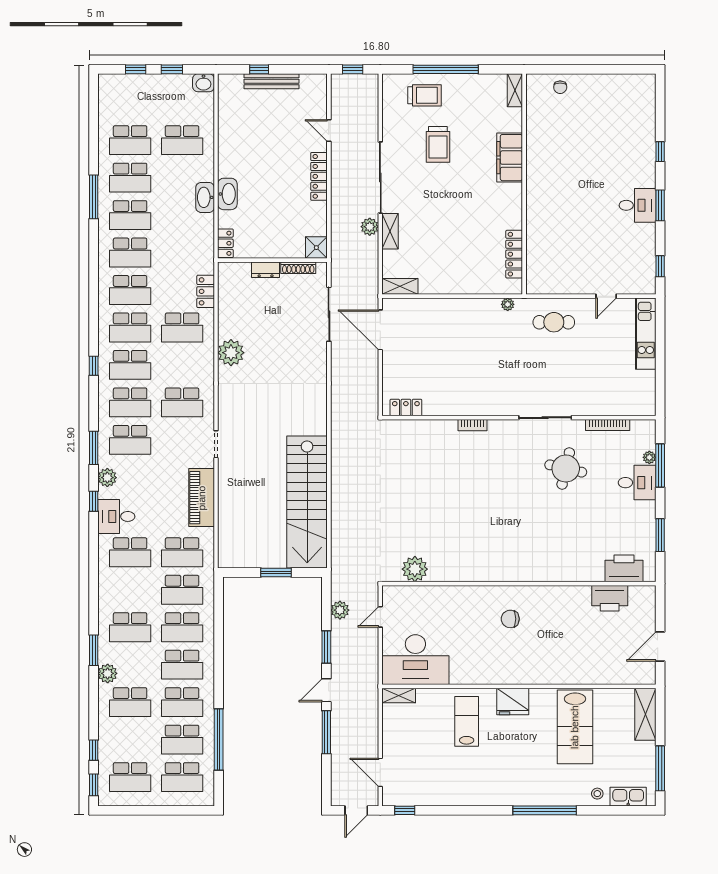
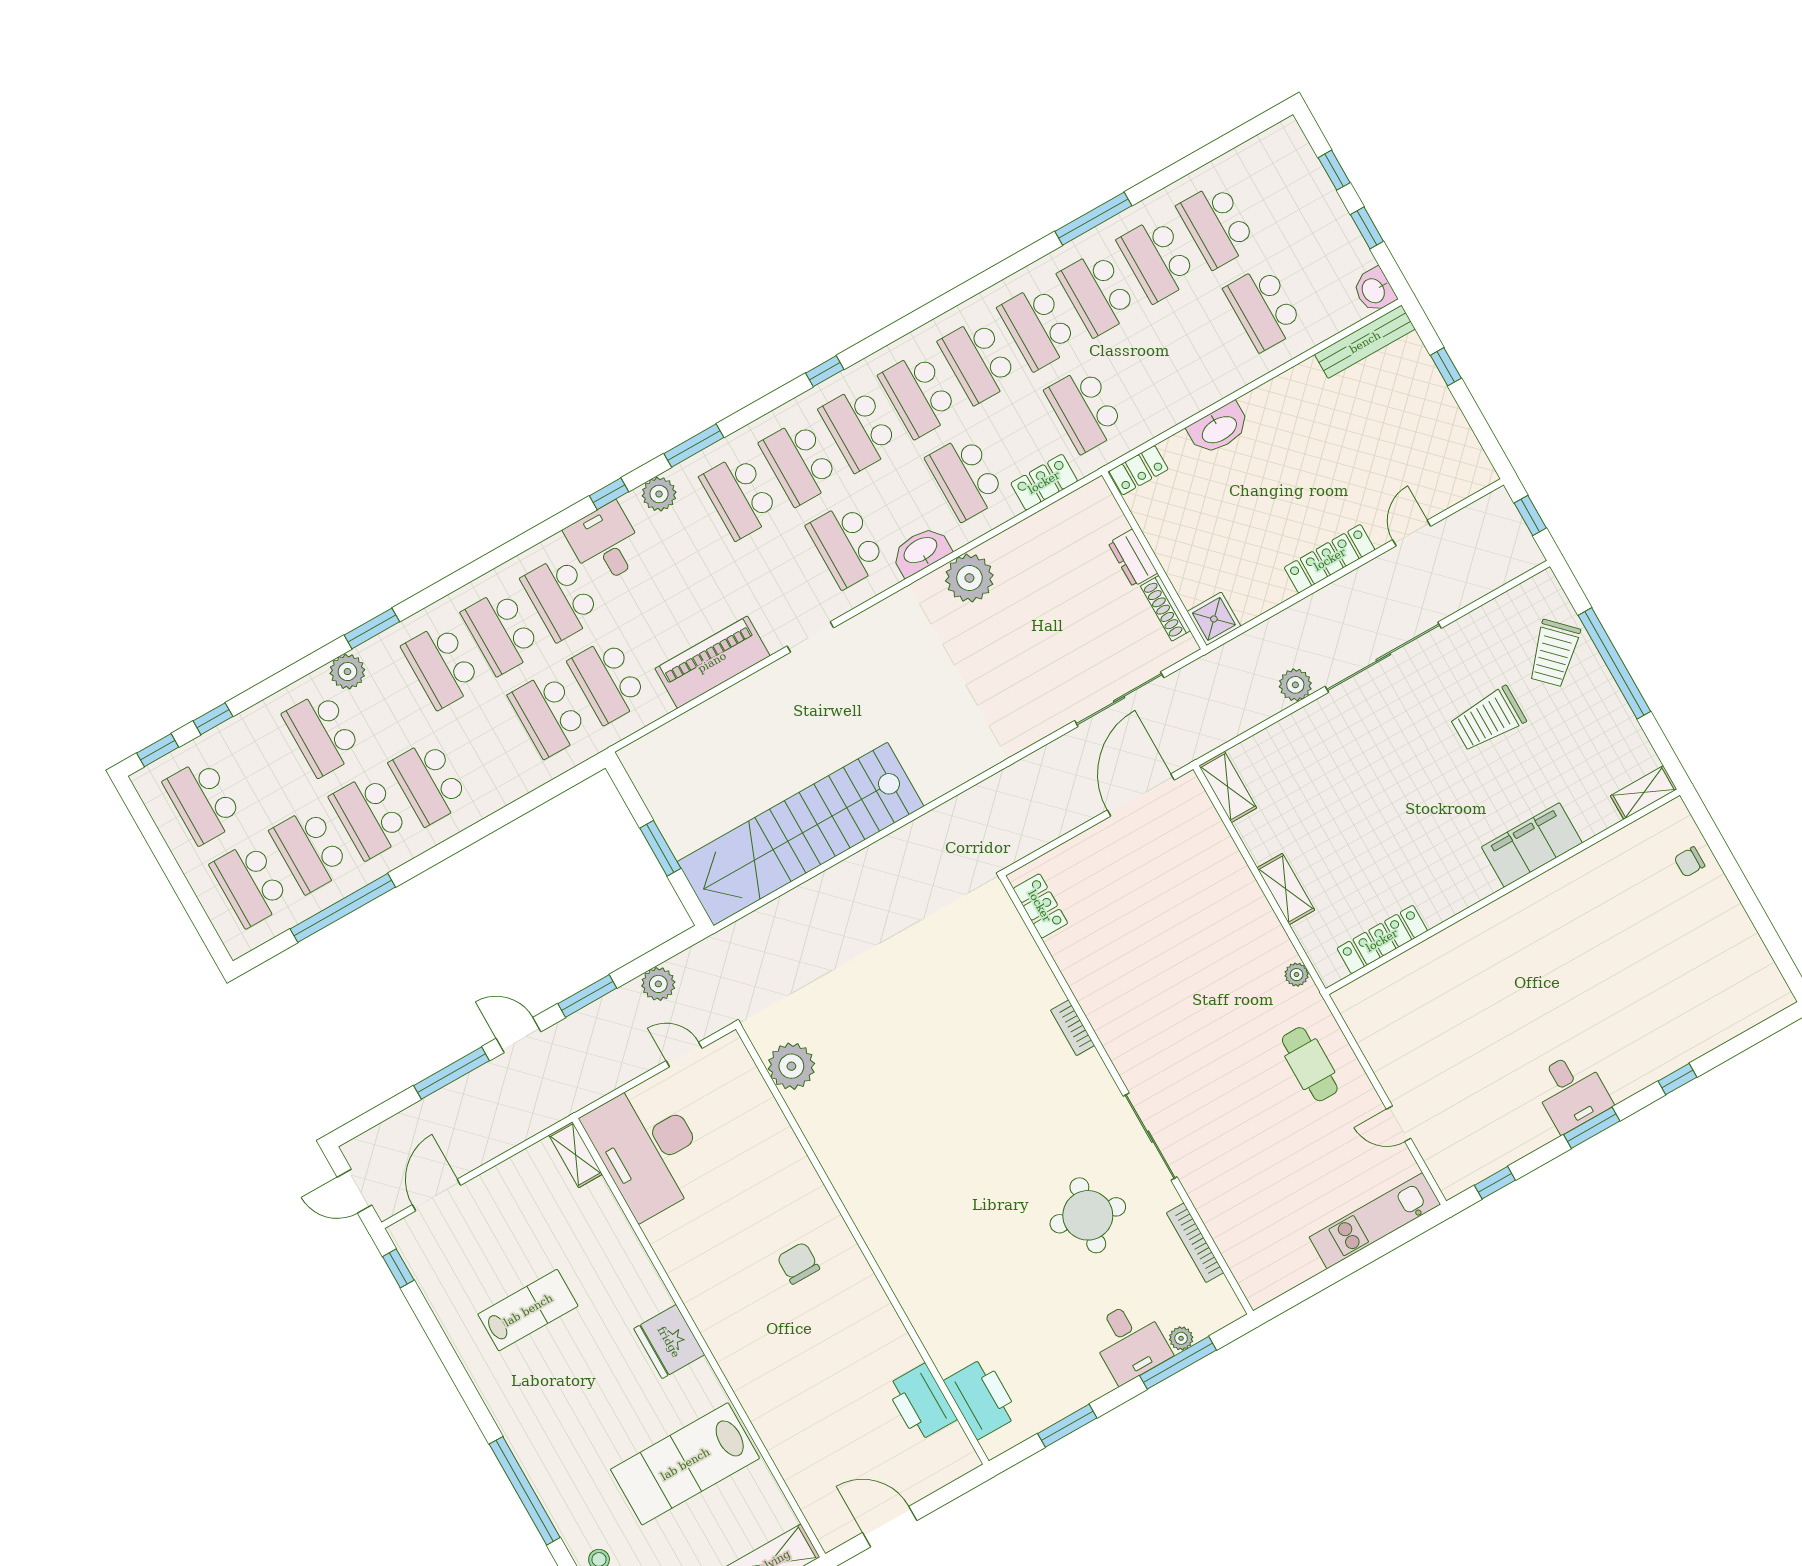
bench: (271, 81) -> (1365, 342), moved, turned 90
trolley: (424, 95) -> (1554, 653), turned 45
washbasin: (205, 197) -> (921, 551), moved
shelving: (390, 231) -> (1286, 889), moved, turned 90
school desk: (182, 253) -> (1085, 410), added
school desk: (182, 627) -> (501, 632), moved
lab bench: (467, 721) -> (528, 1310), moved

